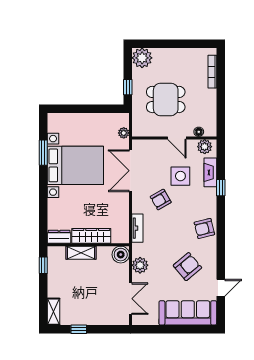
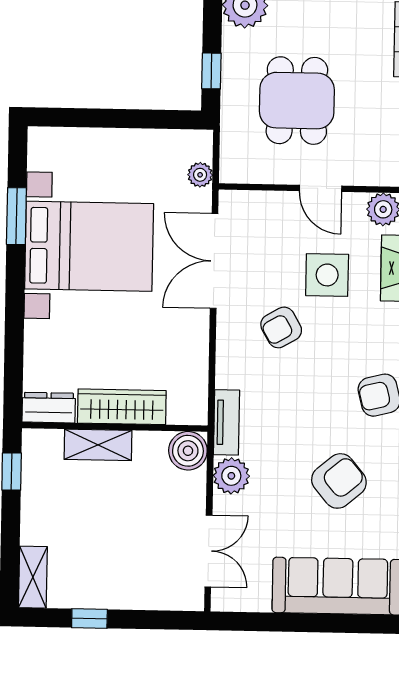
dining table: (166, 99) -> (297, 101), turned 90
floor lamp: (199, 132) -> (371, 175), removed
tv unit: (137, 228) -> (226, 422), moved

